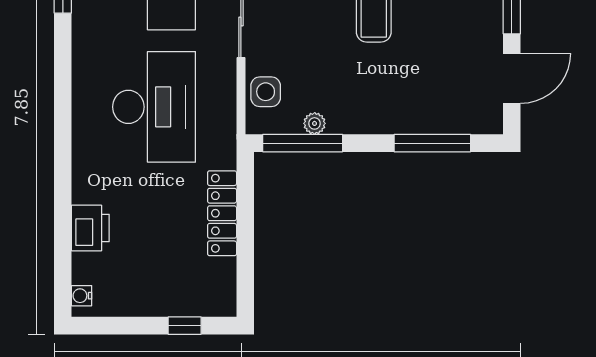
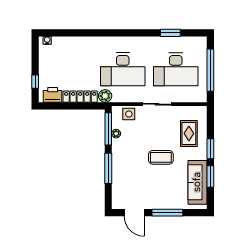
window: (432, 143) -> (108, 168), moved
plant: (220, 151) -> (105, 96), added
printer: (90, 228) -> (53, 95), moved, turned 180

